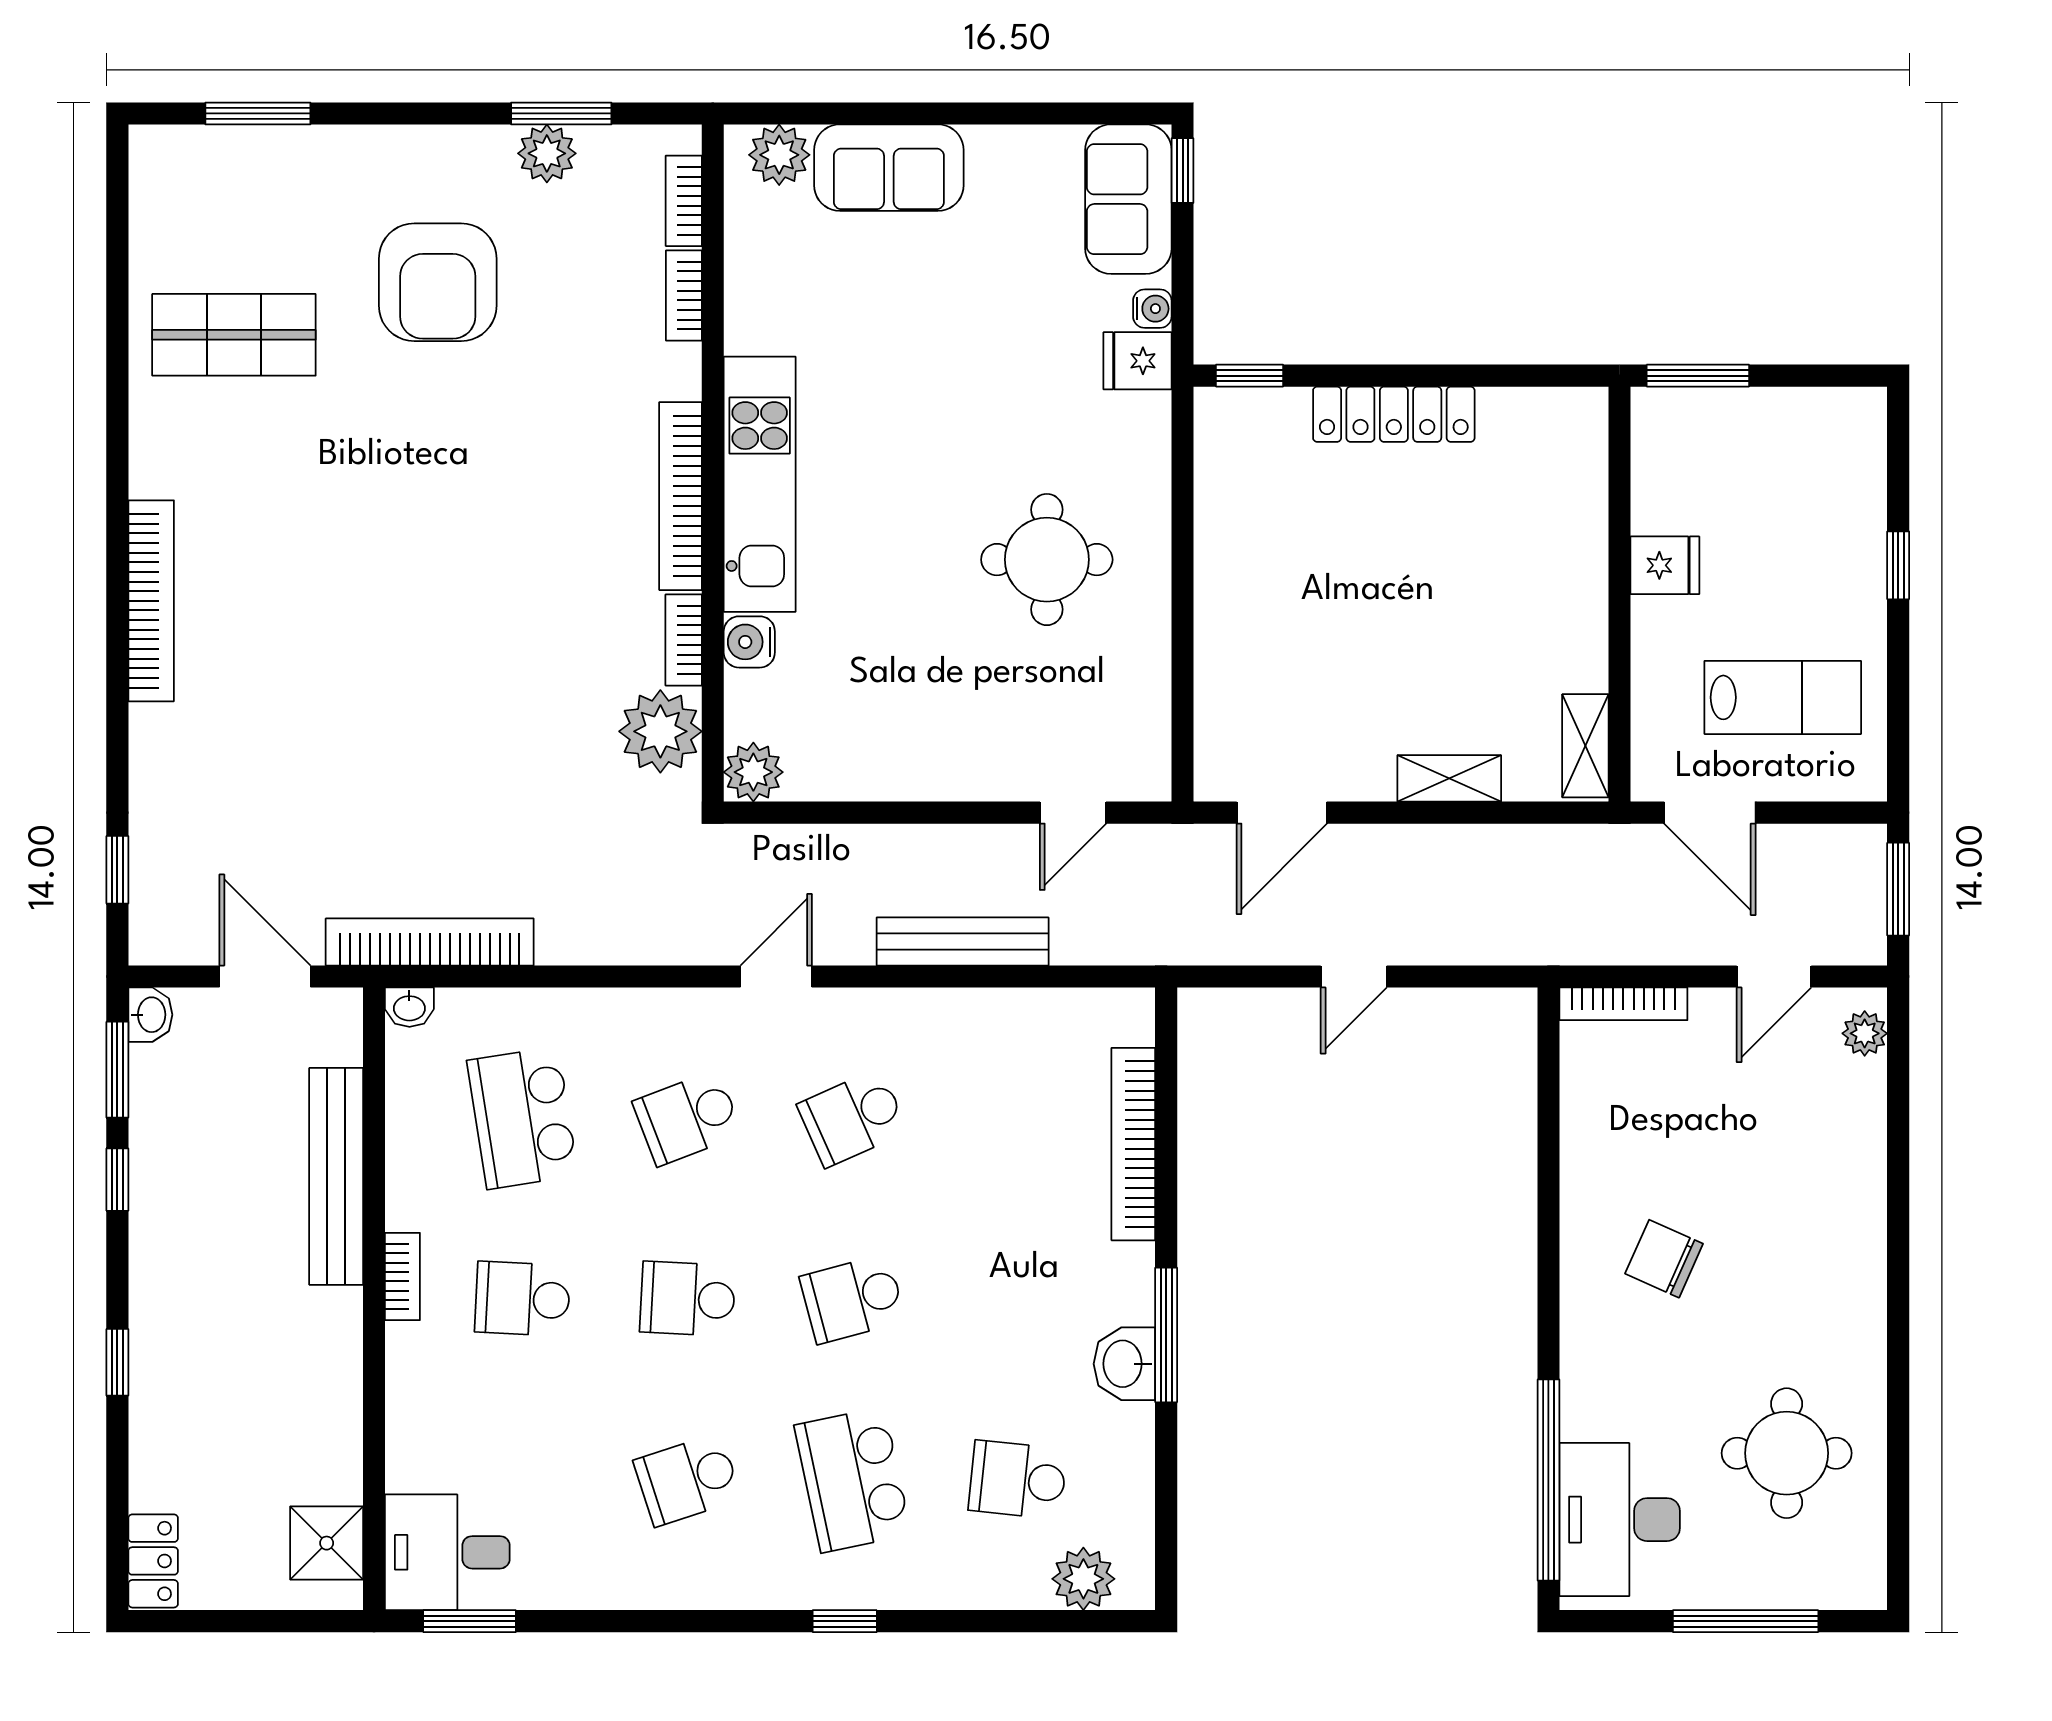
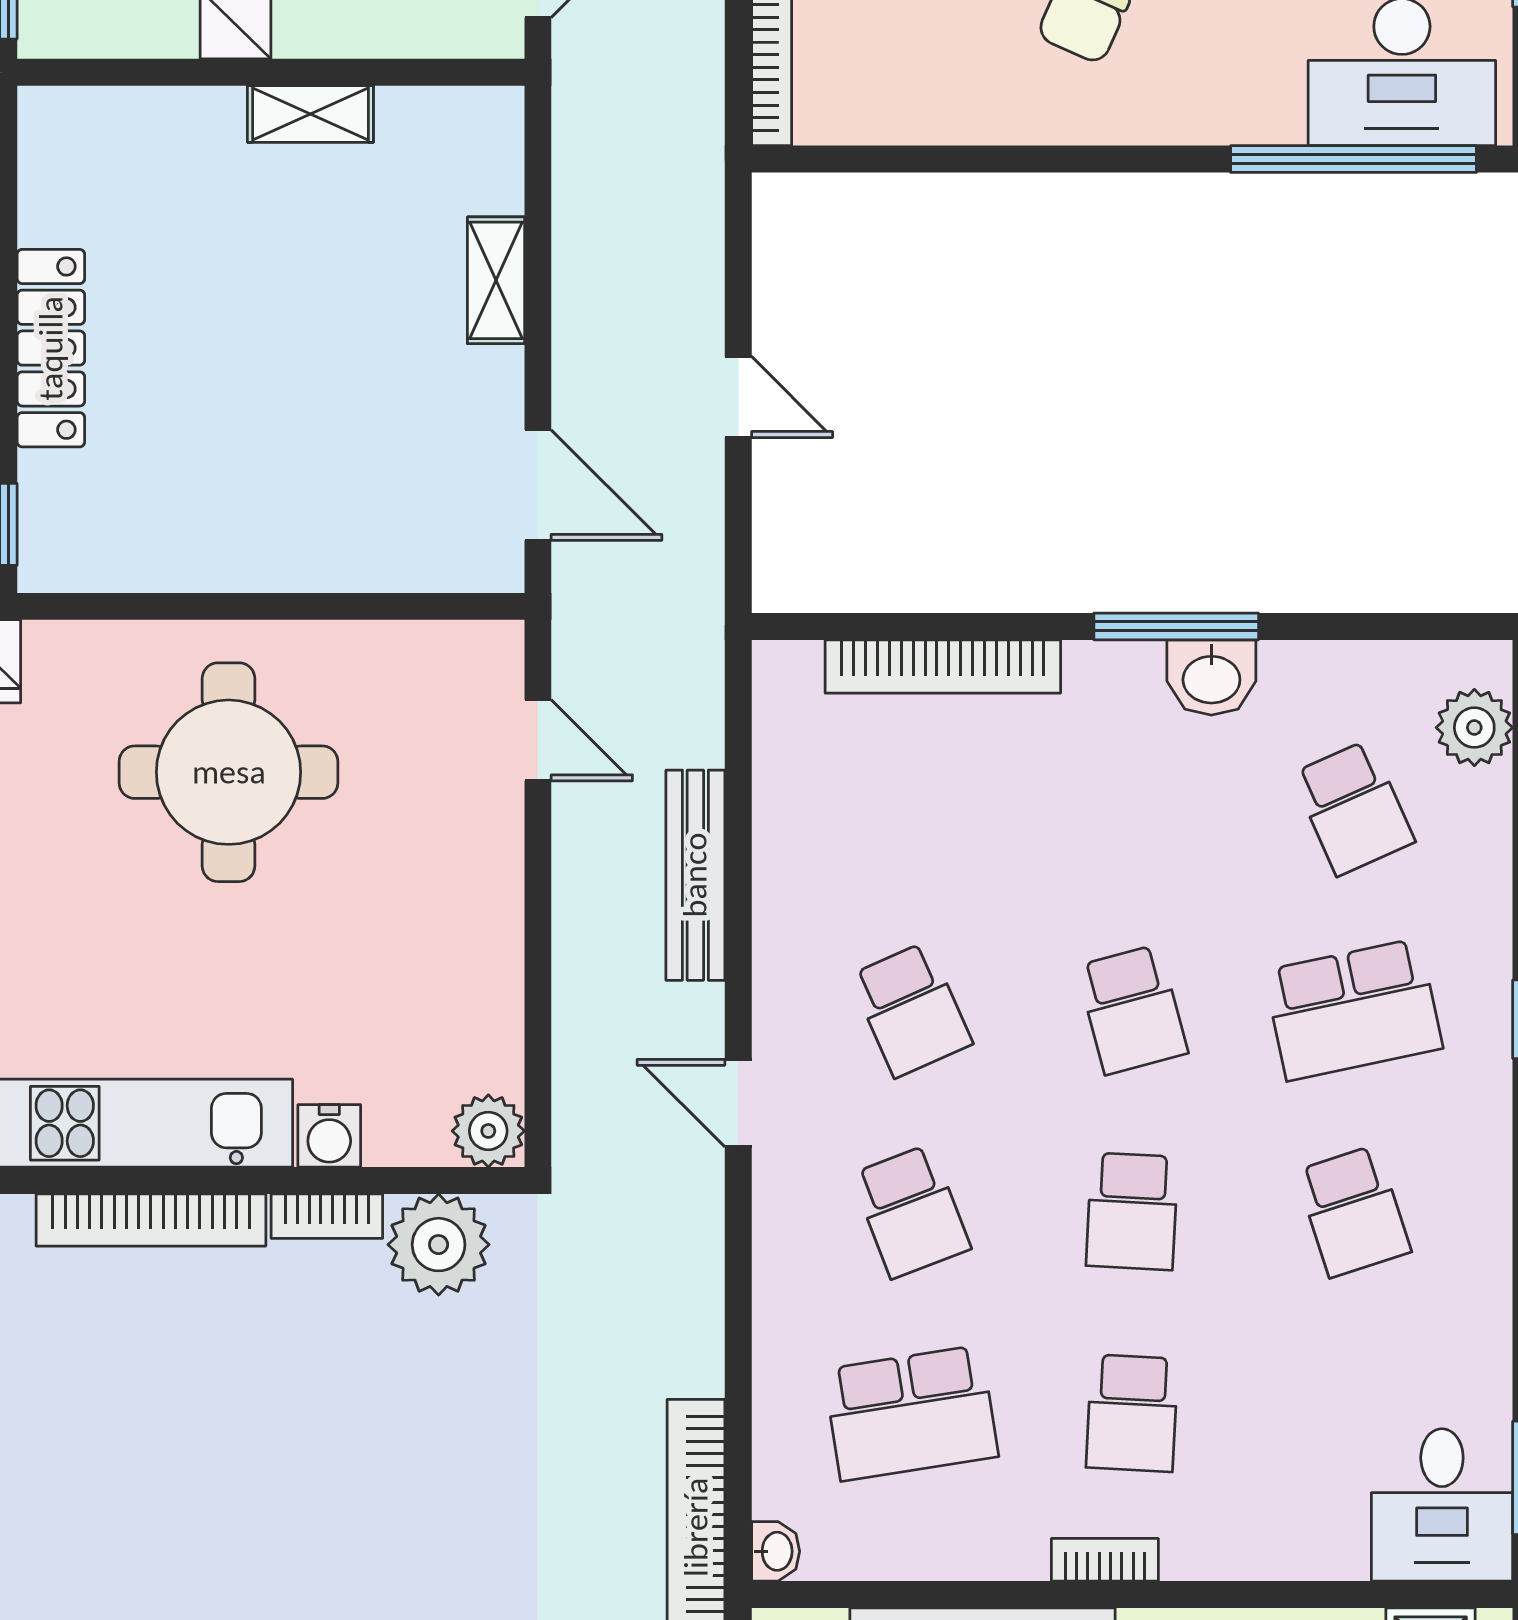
round table: (1047, 560) -> (229, 772), width x1.36, depth x1.36
shelving: (1585, 746) -> (310, 114), moved
school desk: (1018, 1480) -> (1353, 808), turned -30

